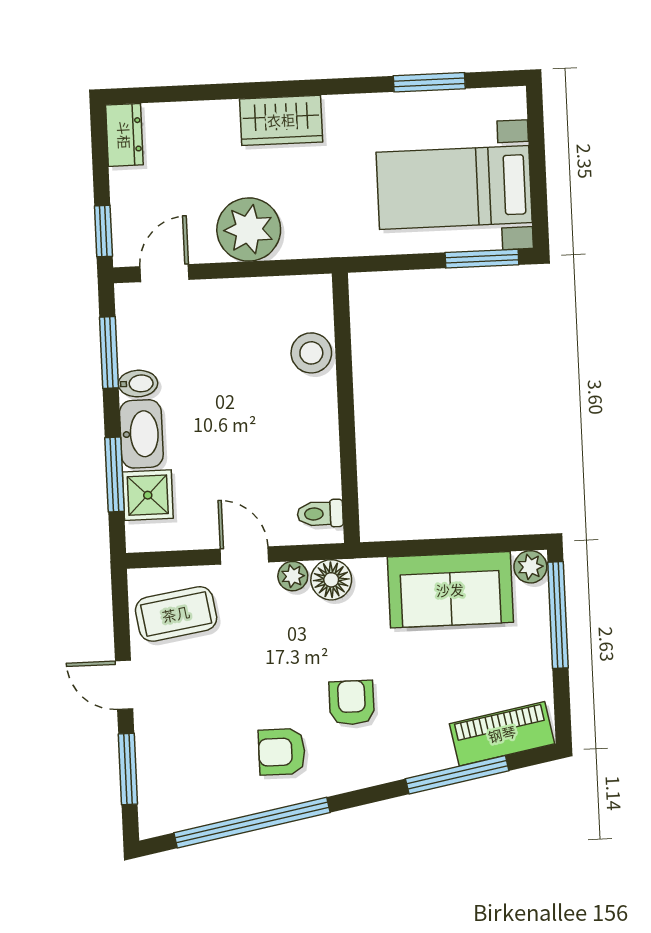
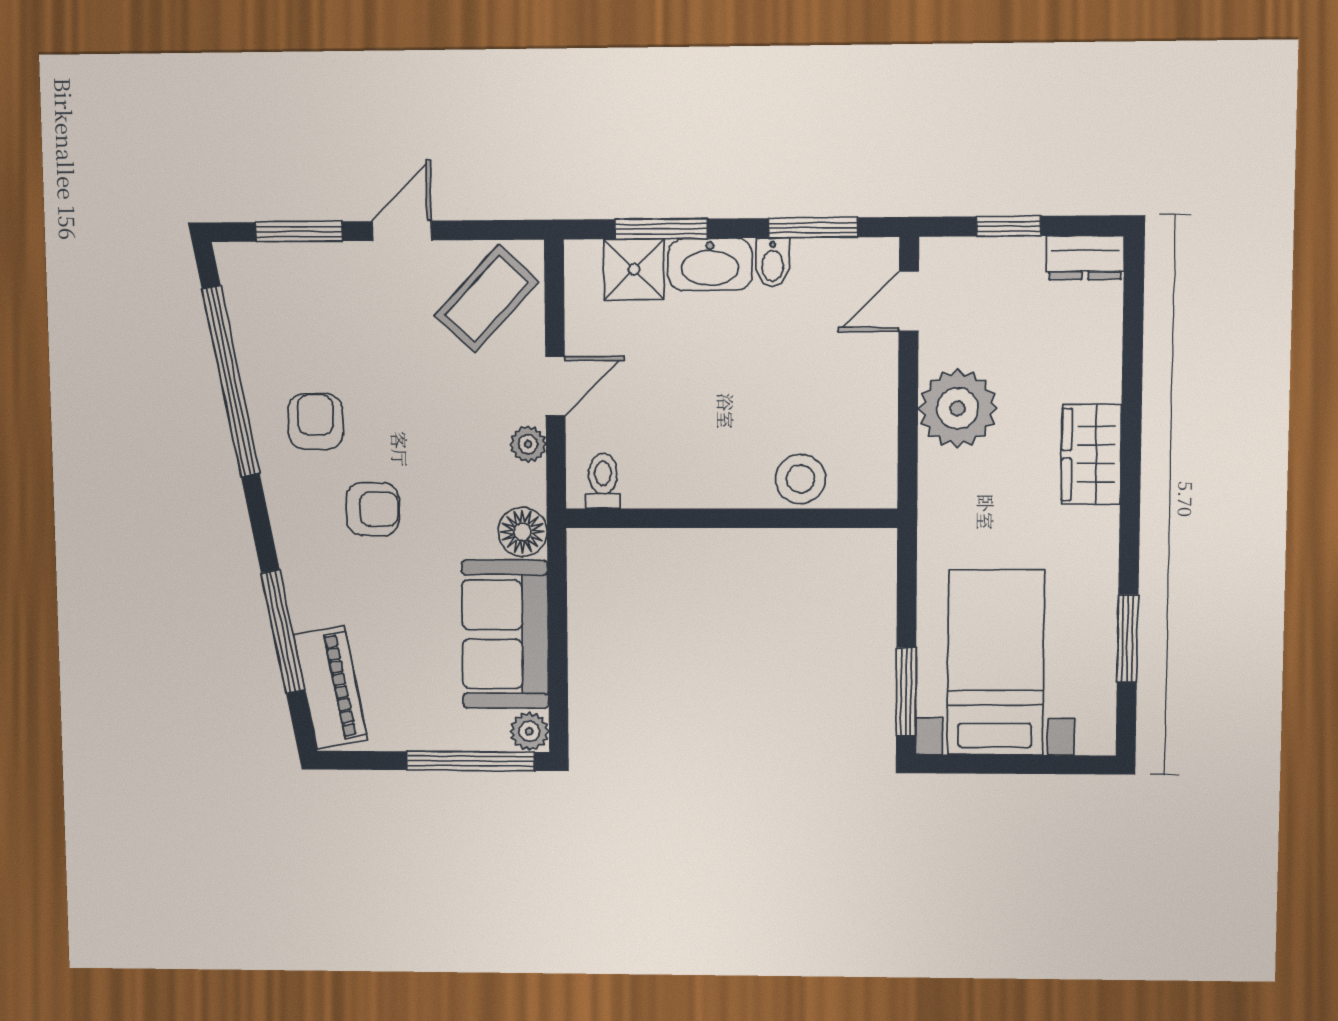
window: (103, 231) -> (1009, 226), moved
door: (165, 273) -> (909, 301), swing flipped
floor lamp: (331, 580) -> (522, 532), moved
coffee table: (176, 614) -> (487, 299), turned 52

